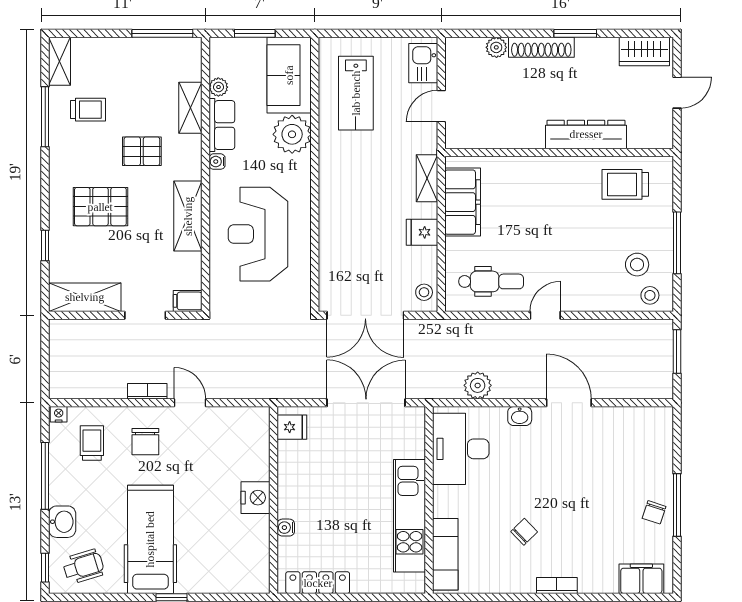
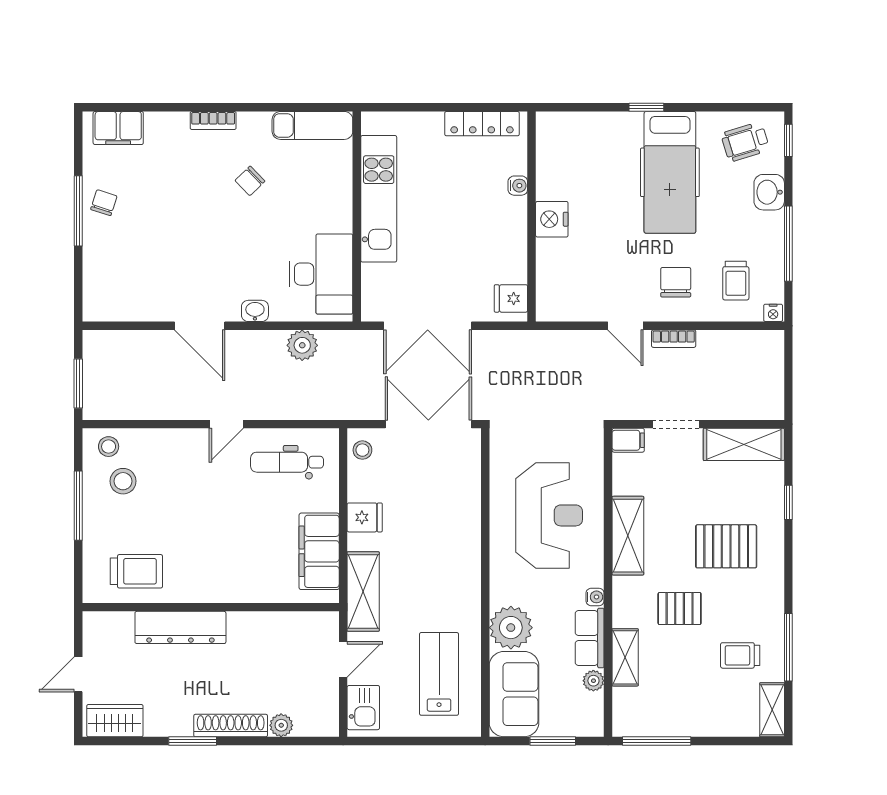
shelving: (427, 178) -> (363, 591), width x1.50, depth x1.33
exam couch: (445, 554) -> (312, 125), moved, turned -90

